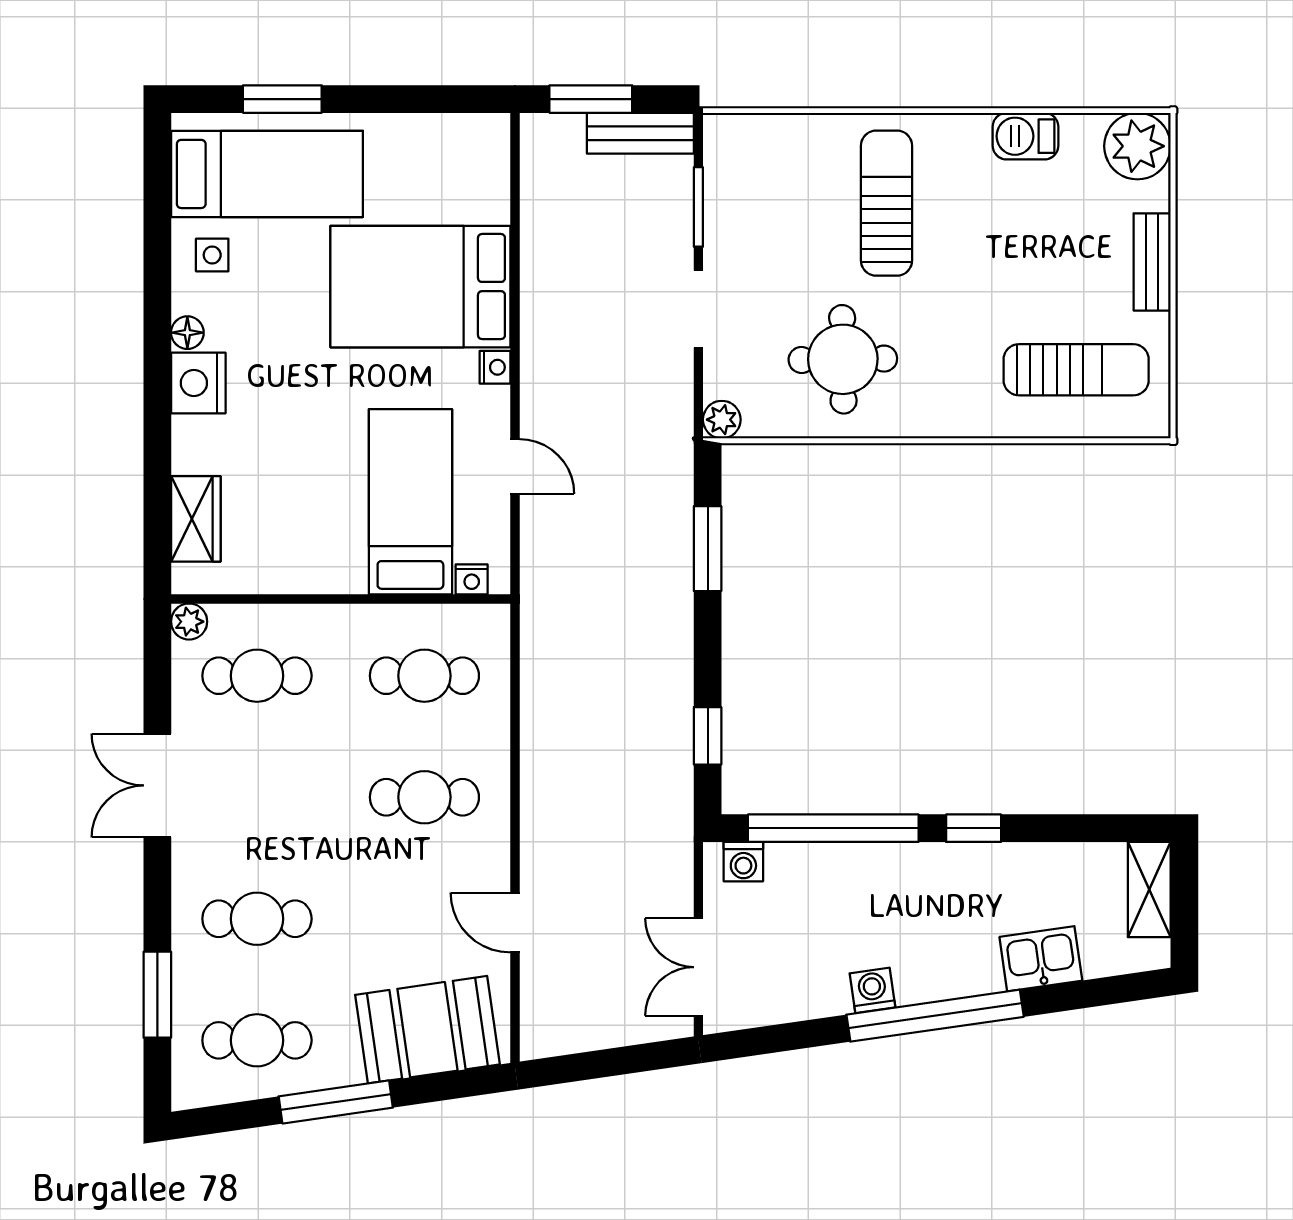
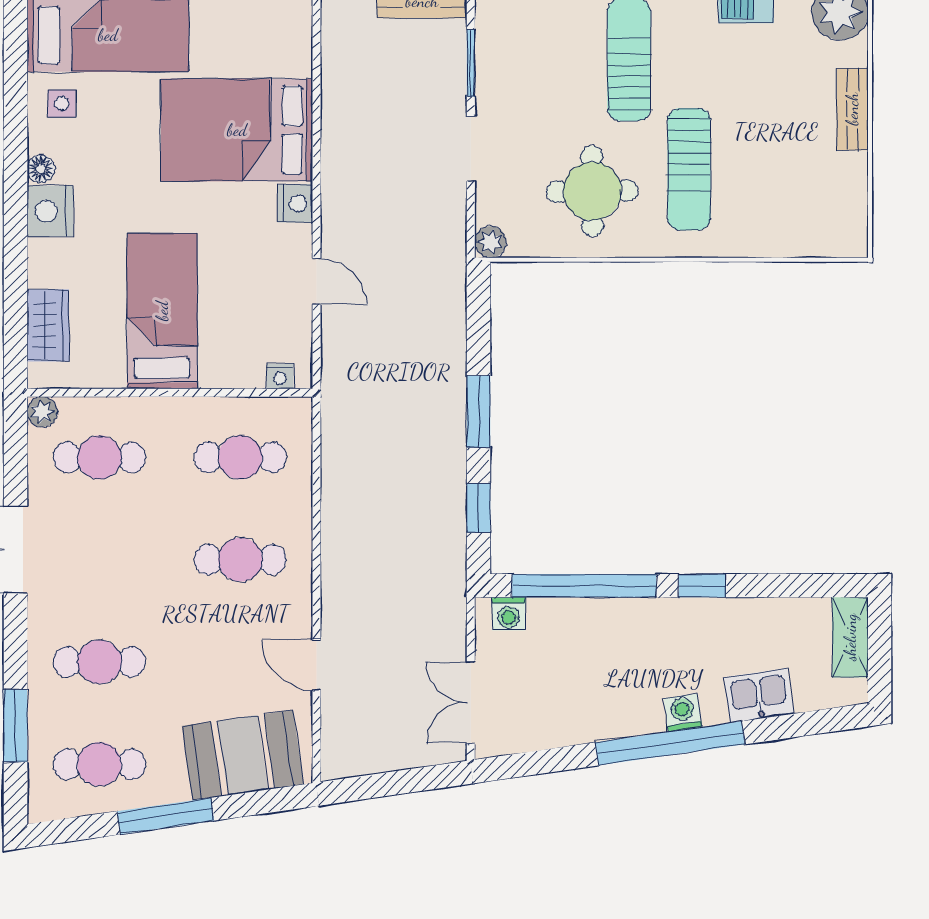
nightstand: (495, 367) -> (295, 203), width x1.39, depth x1.35
sun lounger: (1076, 370) -> (689, 169), moved, turned 90
bed: (410, 502) -> (162, 311), moved
window: (708, 549) -> (478, 412), moved
washing machine: (872, 990) -> (683, 713), moved

